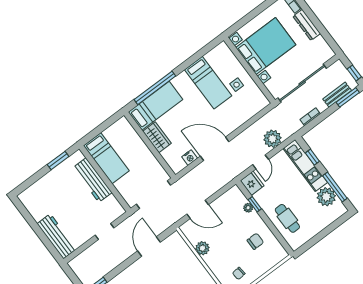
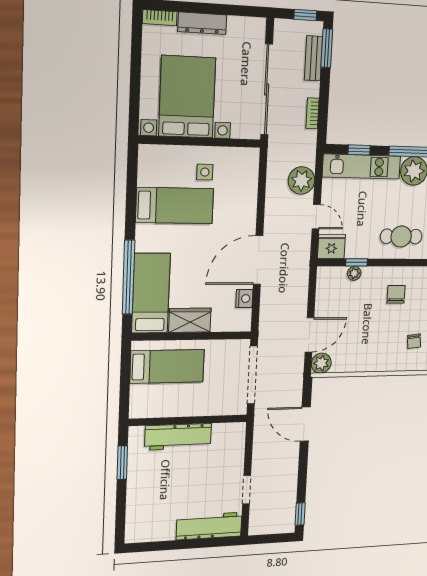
bed: (106, 158) -> (167, 366), moved
doorway: (104, 231) -> (247, 490), moved
plant: (202, 248) -> (321, 363), moved

